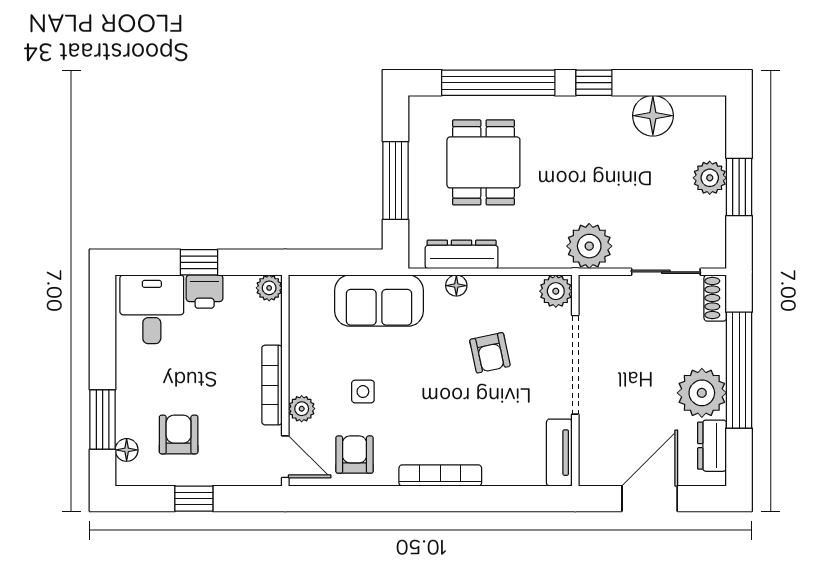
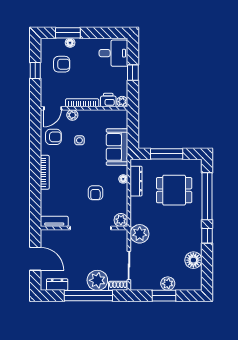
printer: (205, 292) -> (108, 100), moved, turned 90
armchair: (490, 353) -> (95, 193), turned -78
plant: (702, 393) -> (97, 280), moved
floor lamp: (127, 450) -> (70, 43), moved

